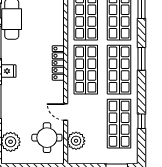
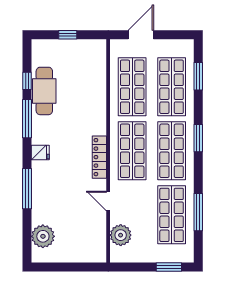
locker: (58, 63) -> (99, 157), moved
window: (141, 121) -> (198, 212), width x2.17
round table: (47, 138) -> (86, 231), removed

